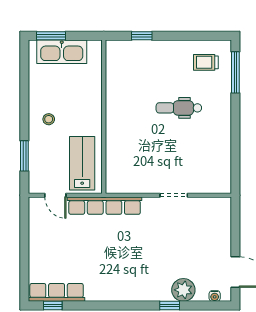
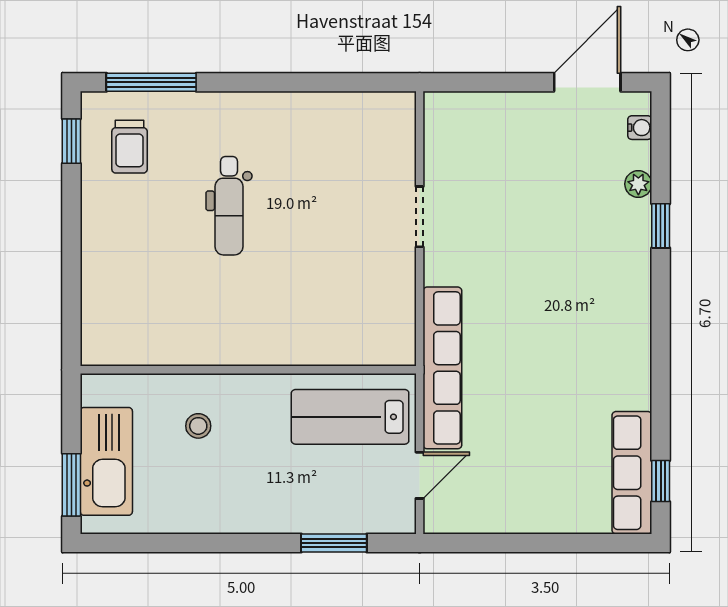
window: (142, 36) -> (71, 141), moved
stool: (49, 119) -> (198, 426), moved
plant: (183, 290) -> (638, 184), width x0.53, depth x0.53

